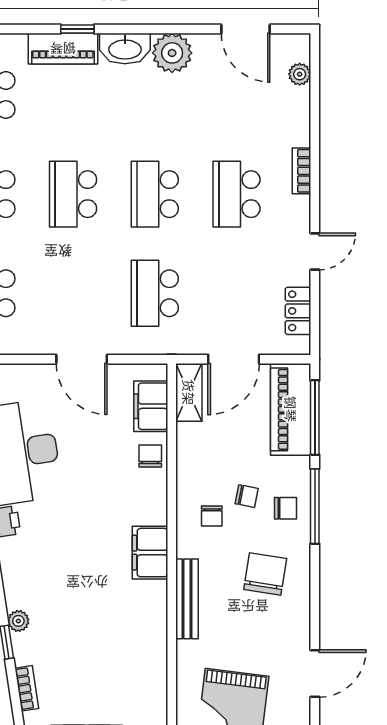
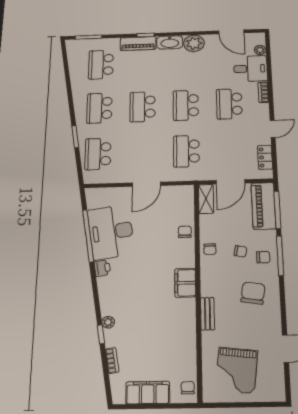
desk: (279, 117) -> (250, 69), added
door: (82, 359) -> (146, 184), hinge flipped
filing cabinet: (151, 406) -> (185, 206), removed
chair: (212, 516) -> (210, 249), moved
bench: (187, 599) -> (207, 314), width x0.73

